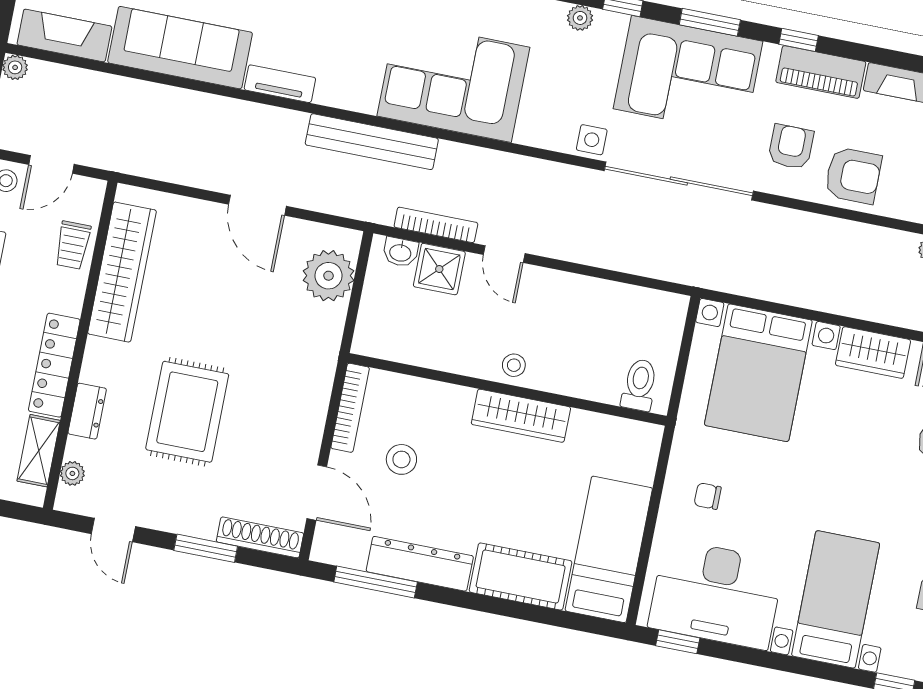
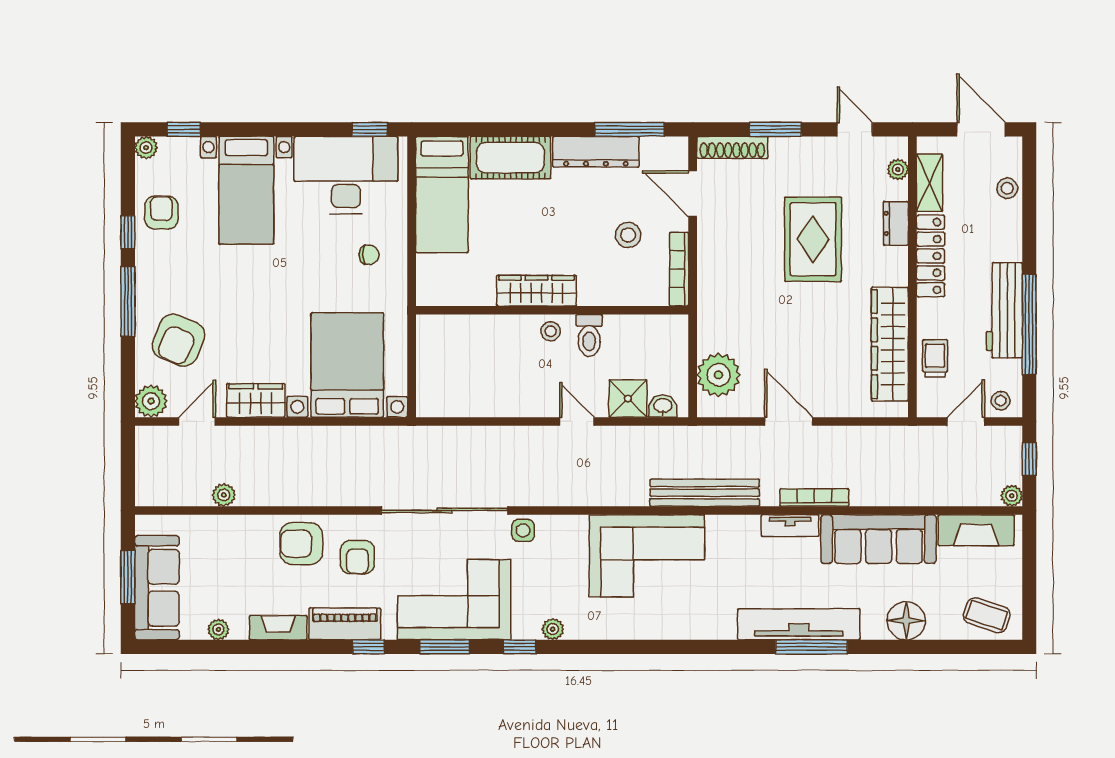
bookcase: (436, 225) -> (814, 498), moved, turned 180
toilet: (639, 385) -> (589, 336), moved

